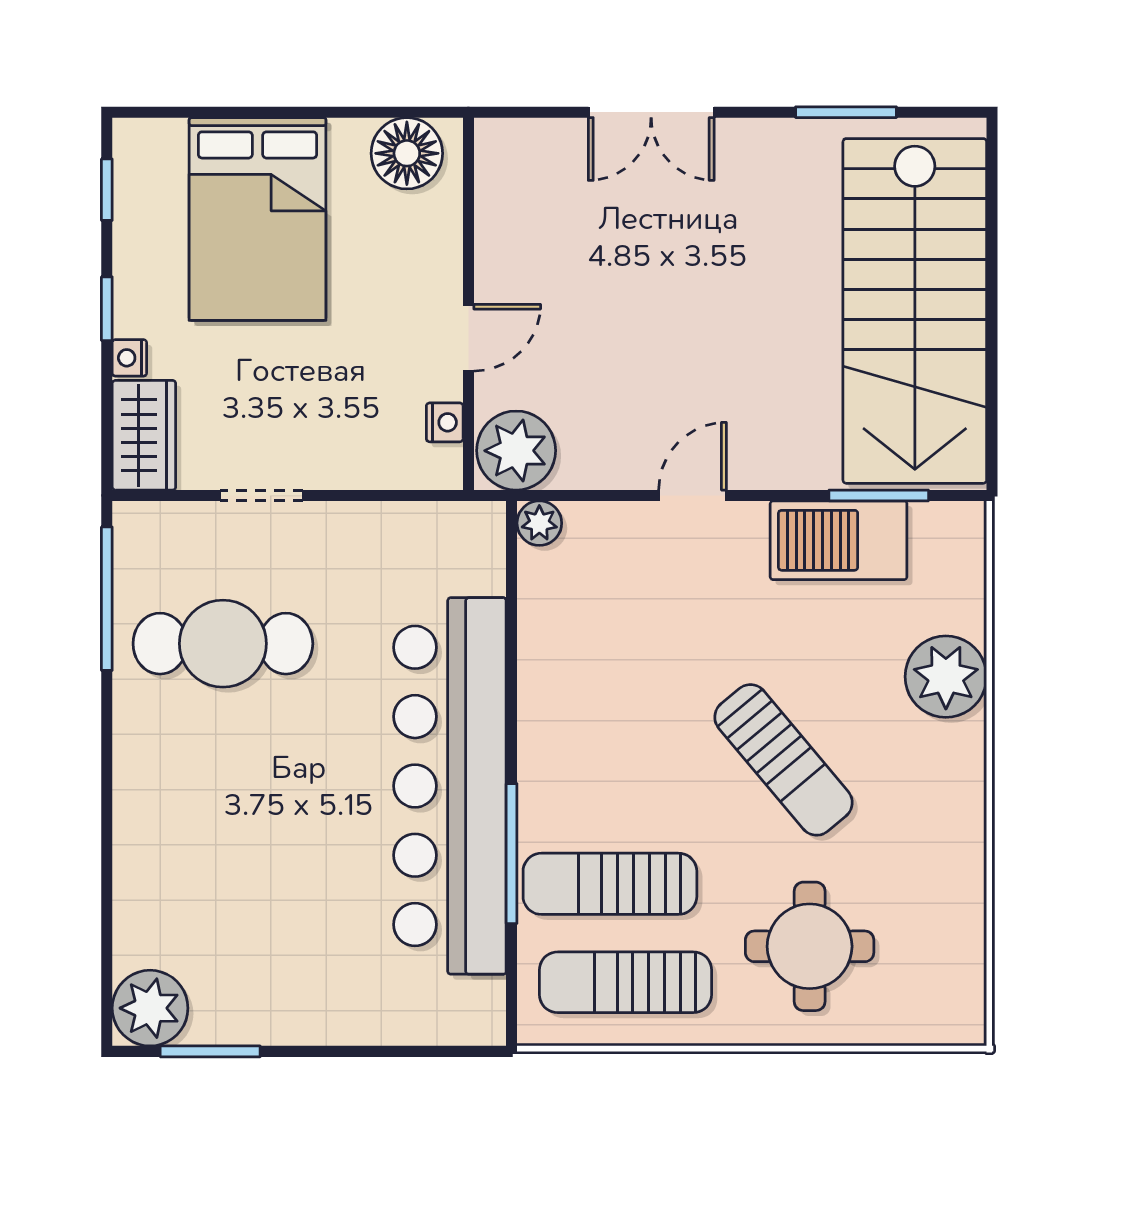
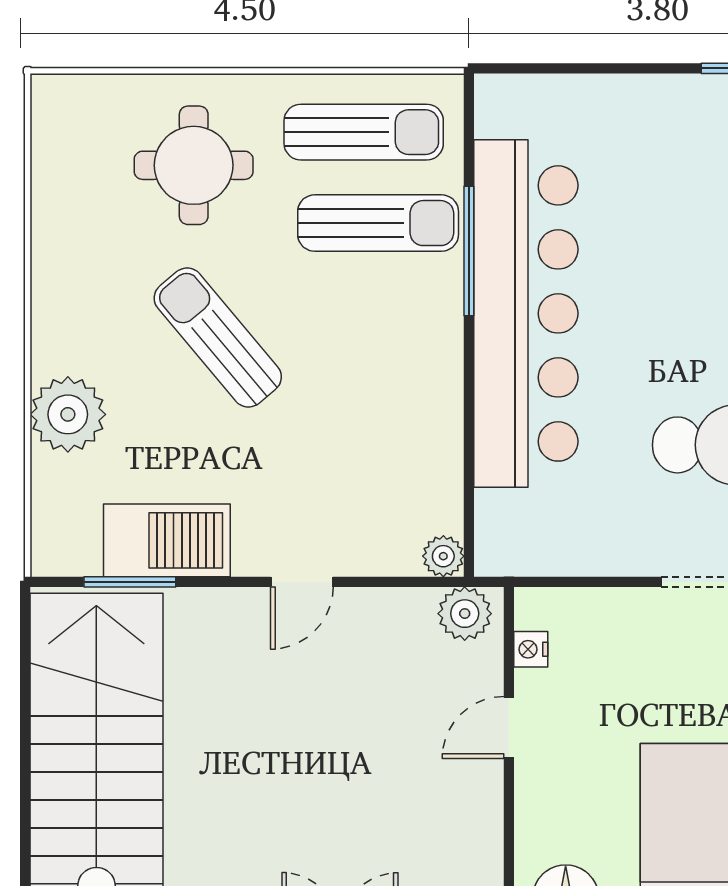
plant: (516, 451) -> (465, 614), width x0.73, depth x0.73

